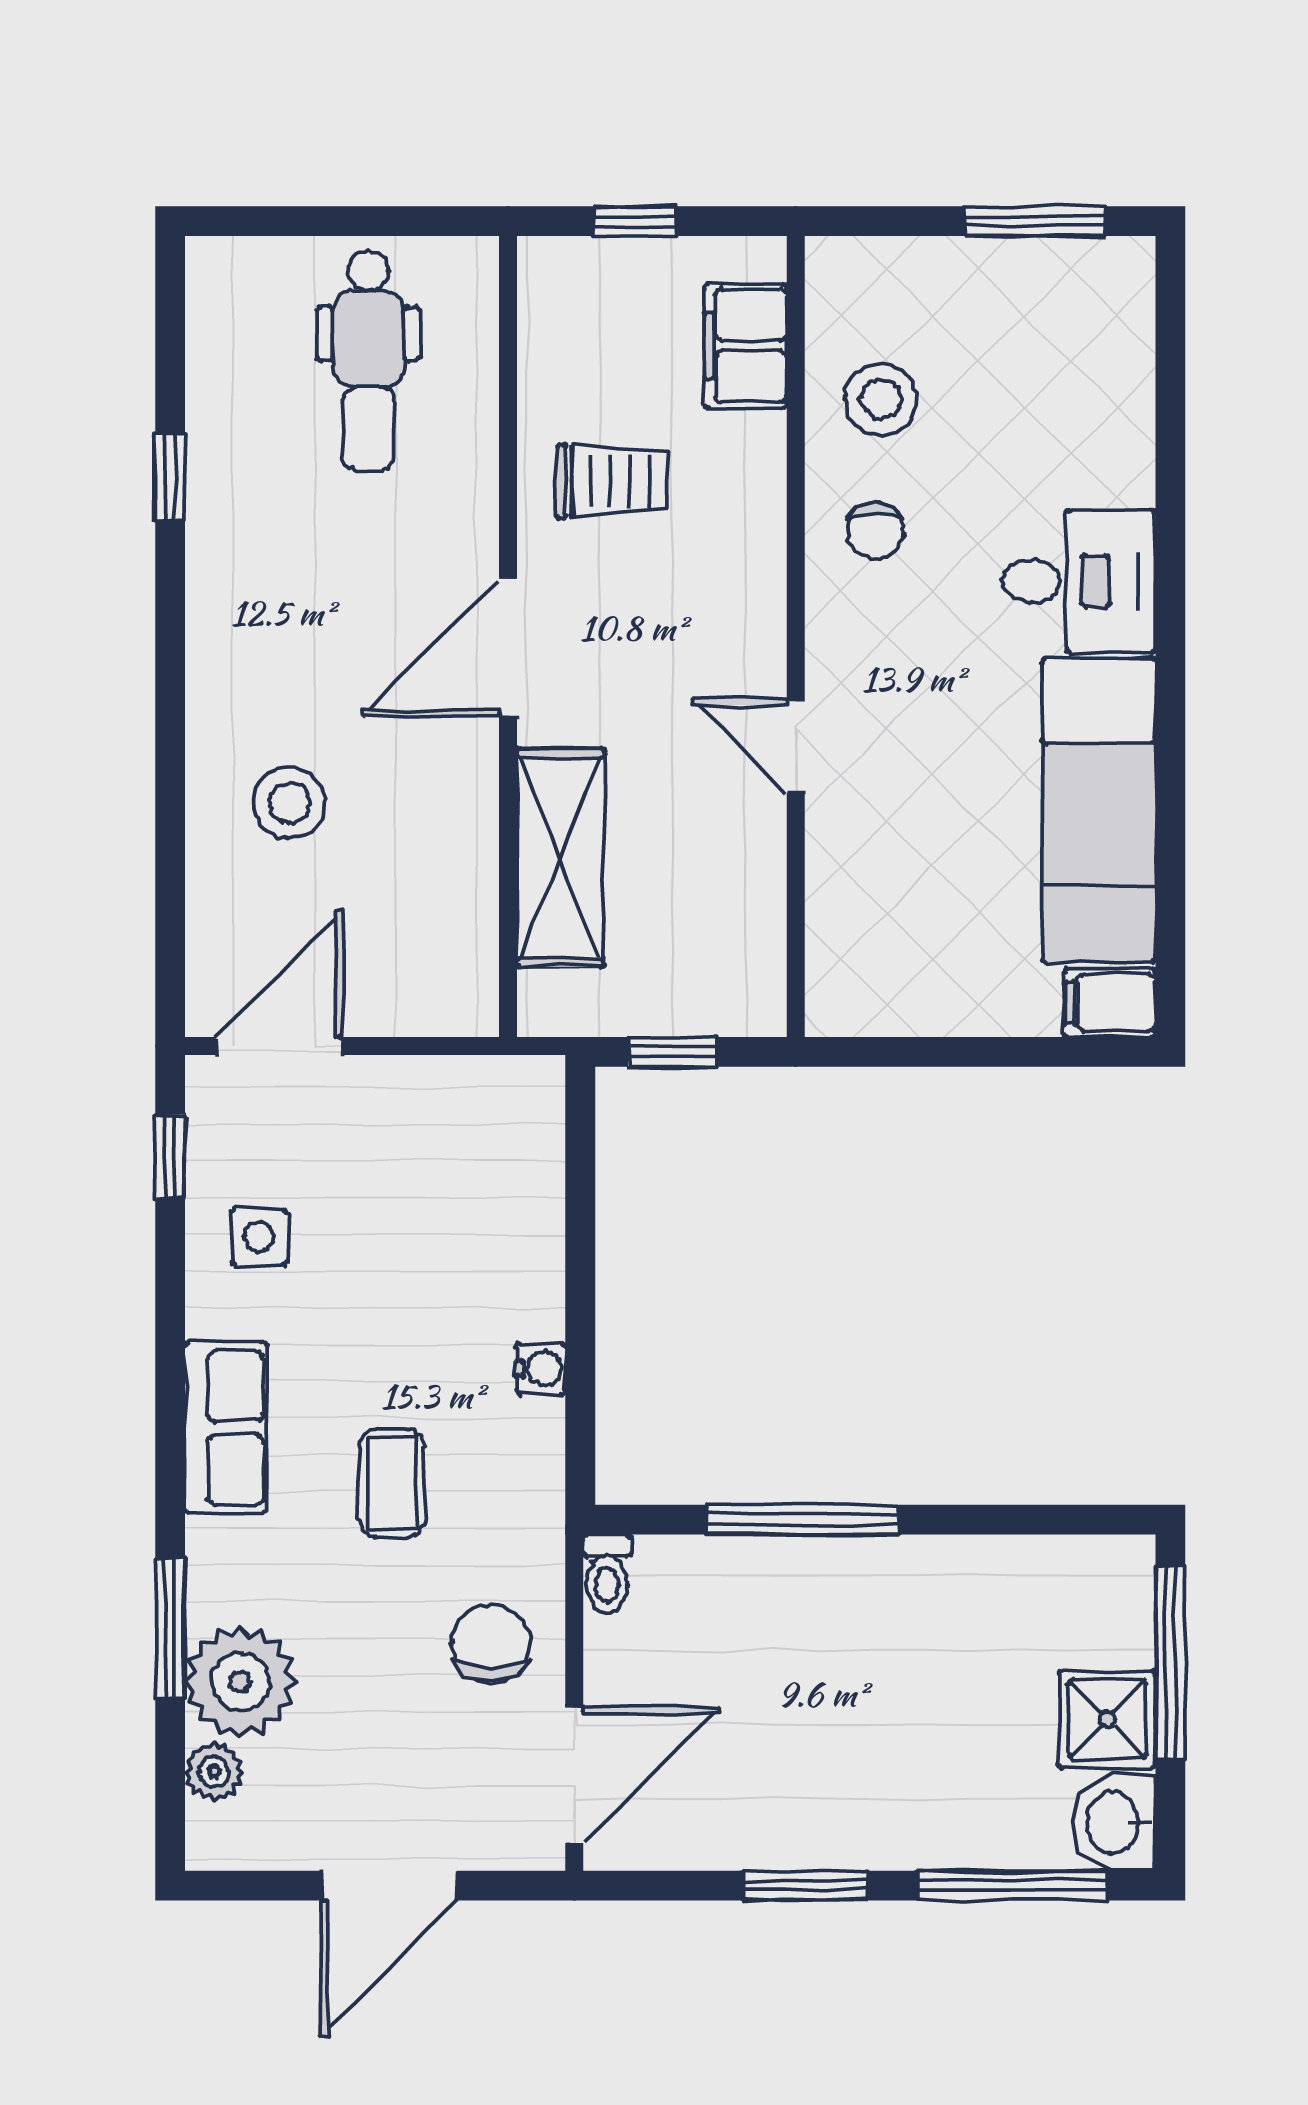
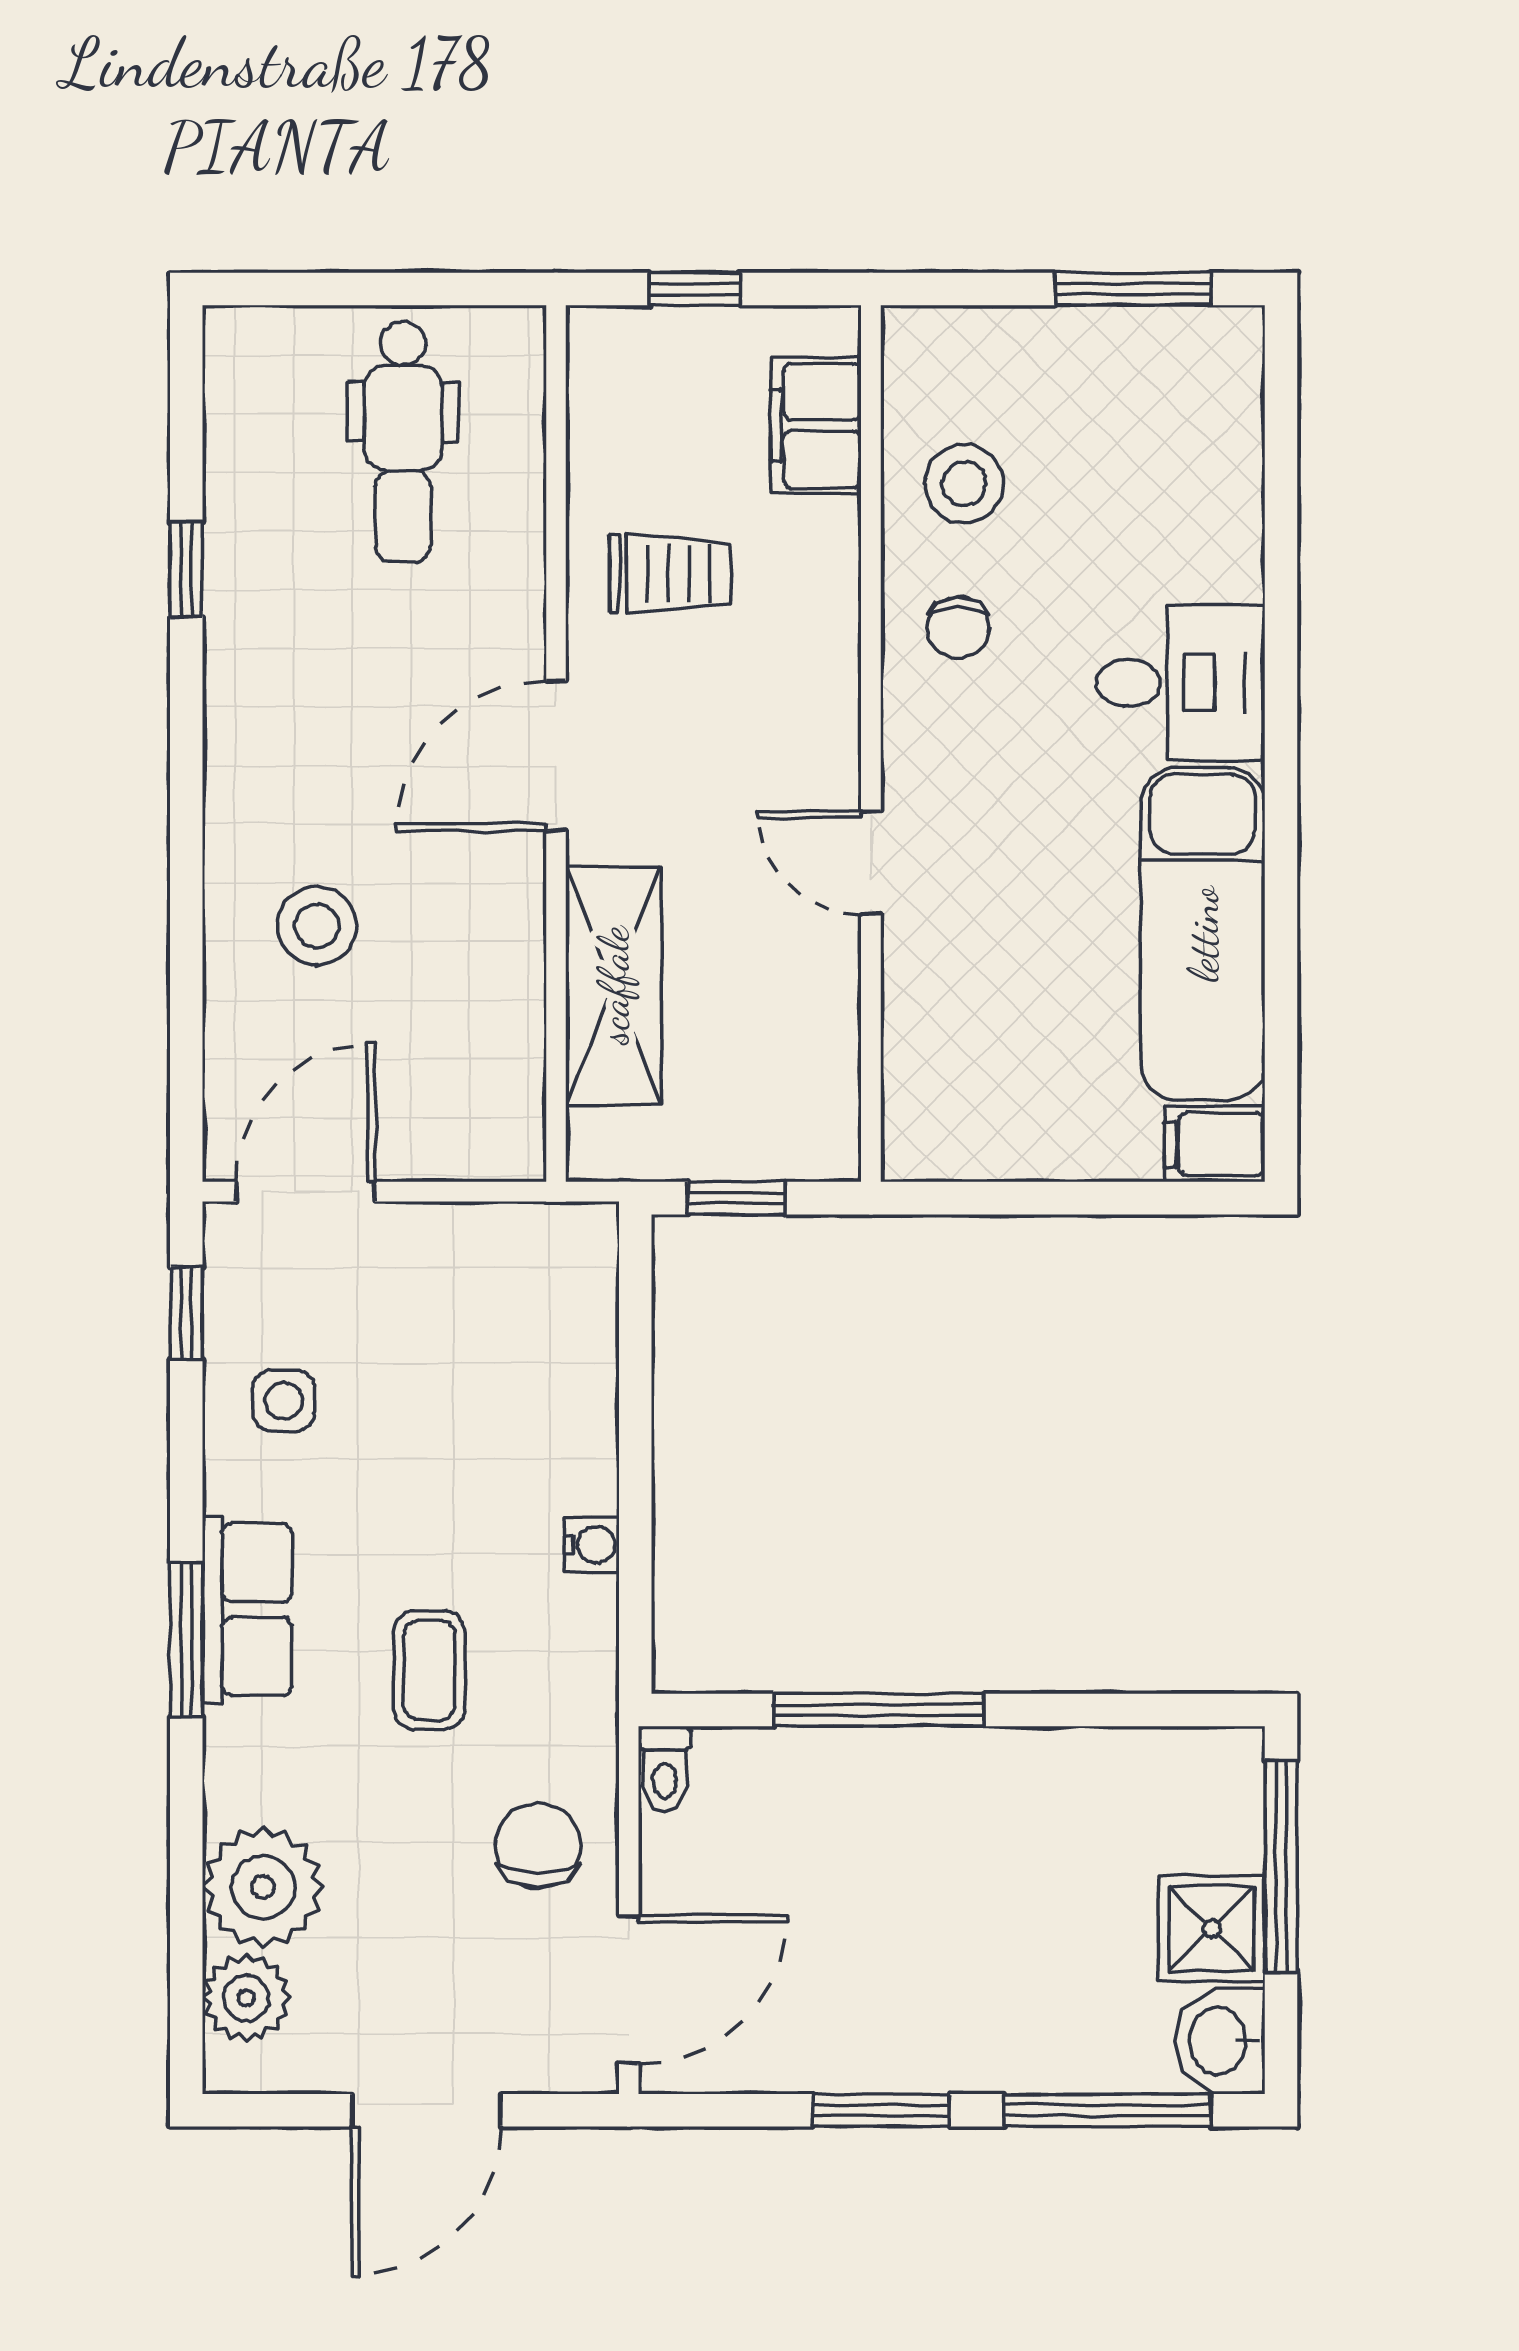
window: (170, 1628) -> (186, 1640), moved
plant: (214, 1772) -> (246, 1998), width x1.38, depth x1.38

